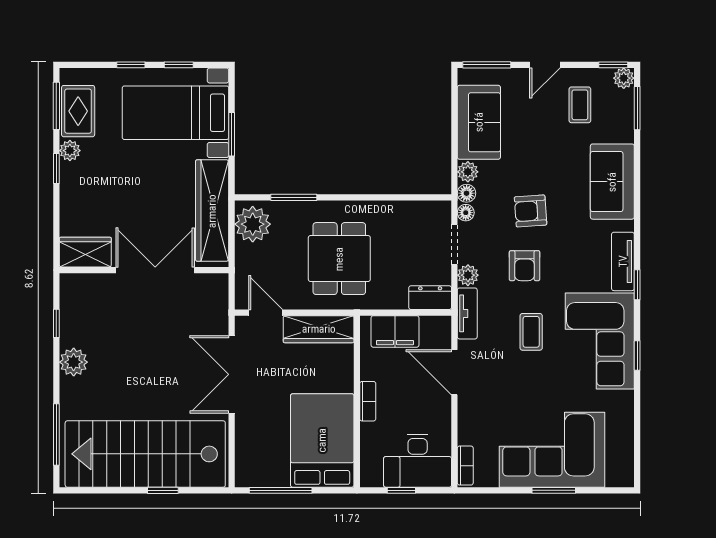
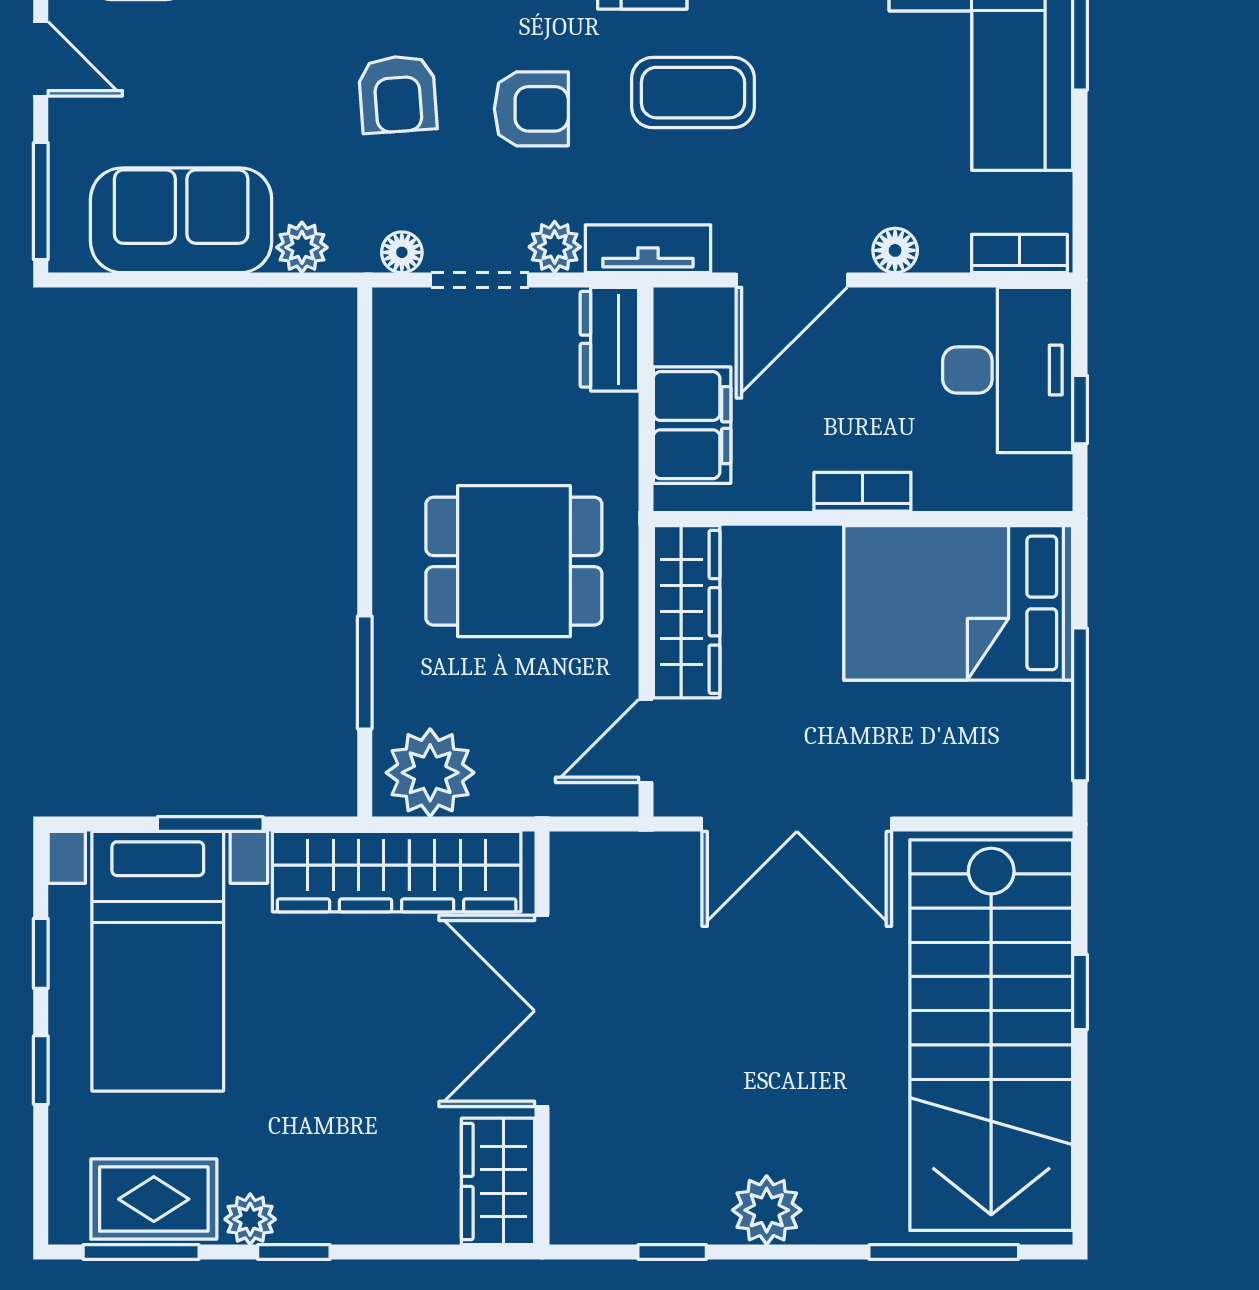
floor lamp: (467, 193) -> (895, 250), moved
coffee table: (531, 332) -> (693, 93), width x1.36, depth x1.30

